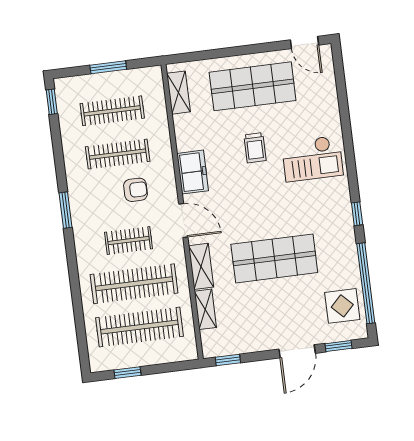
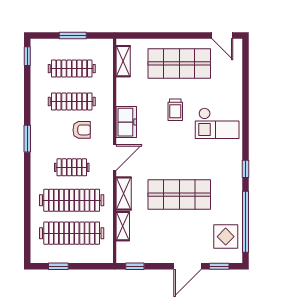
door: (183, 221) -> (115, 158), hinge flipped

